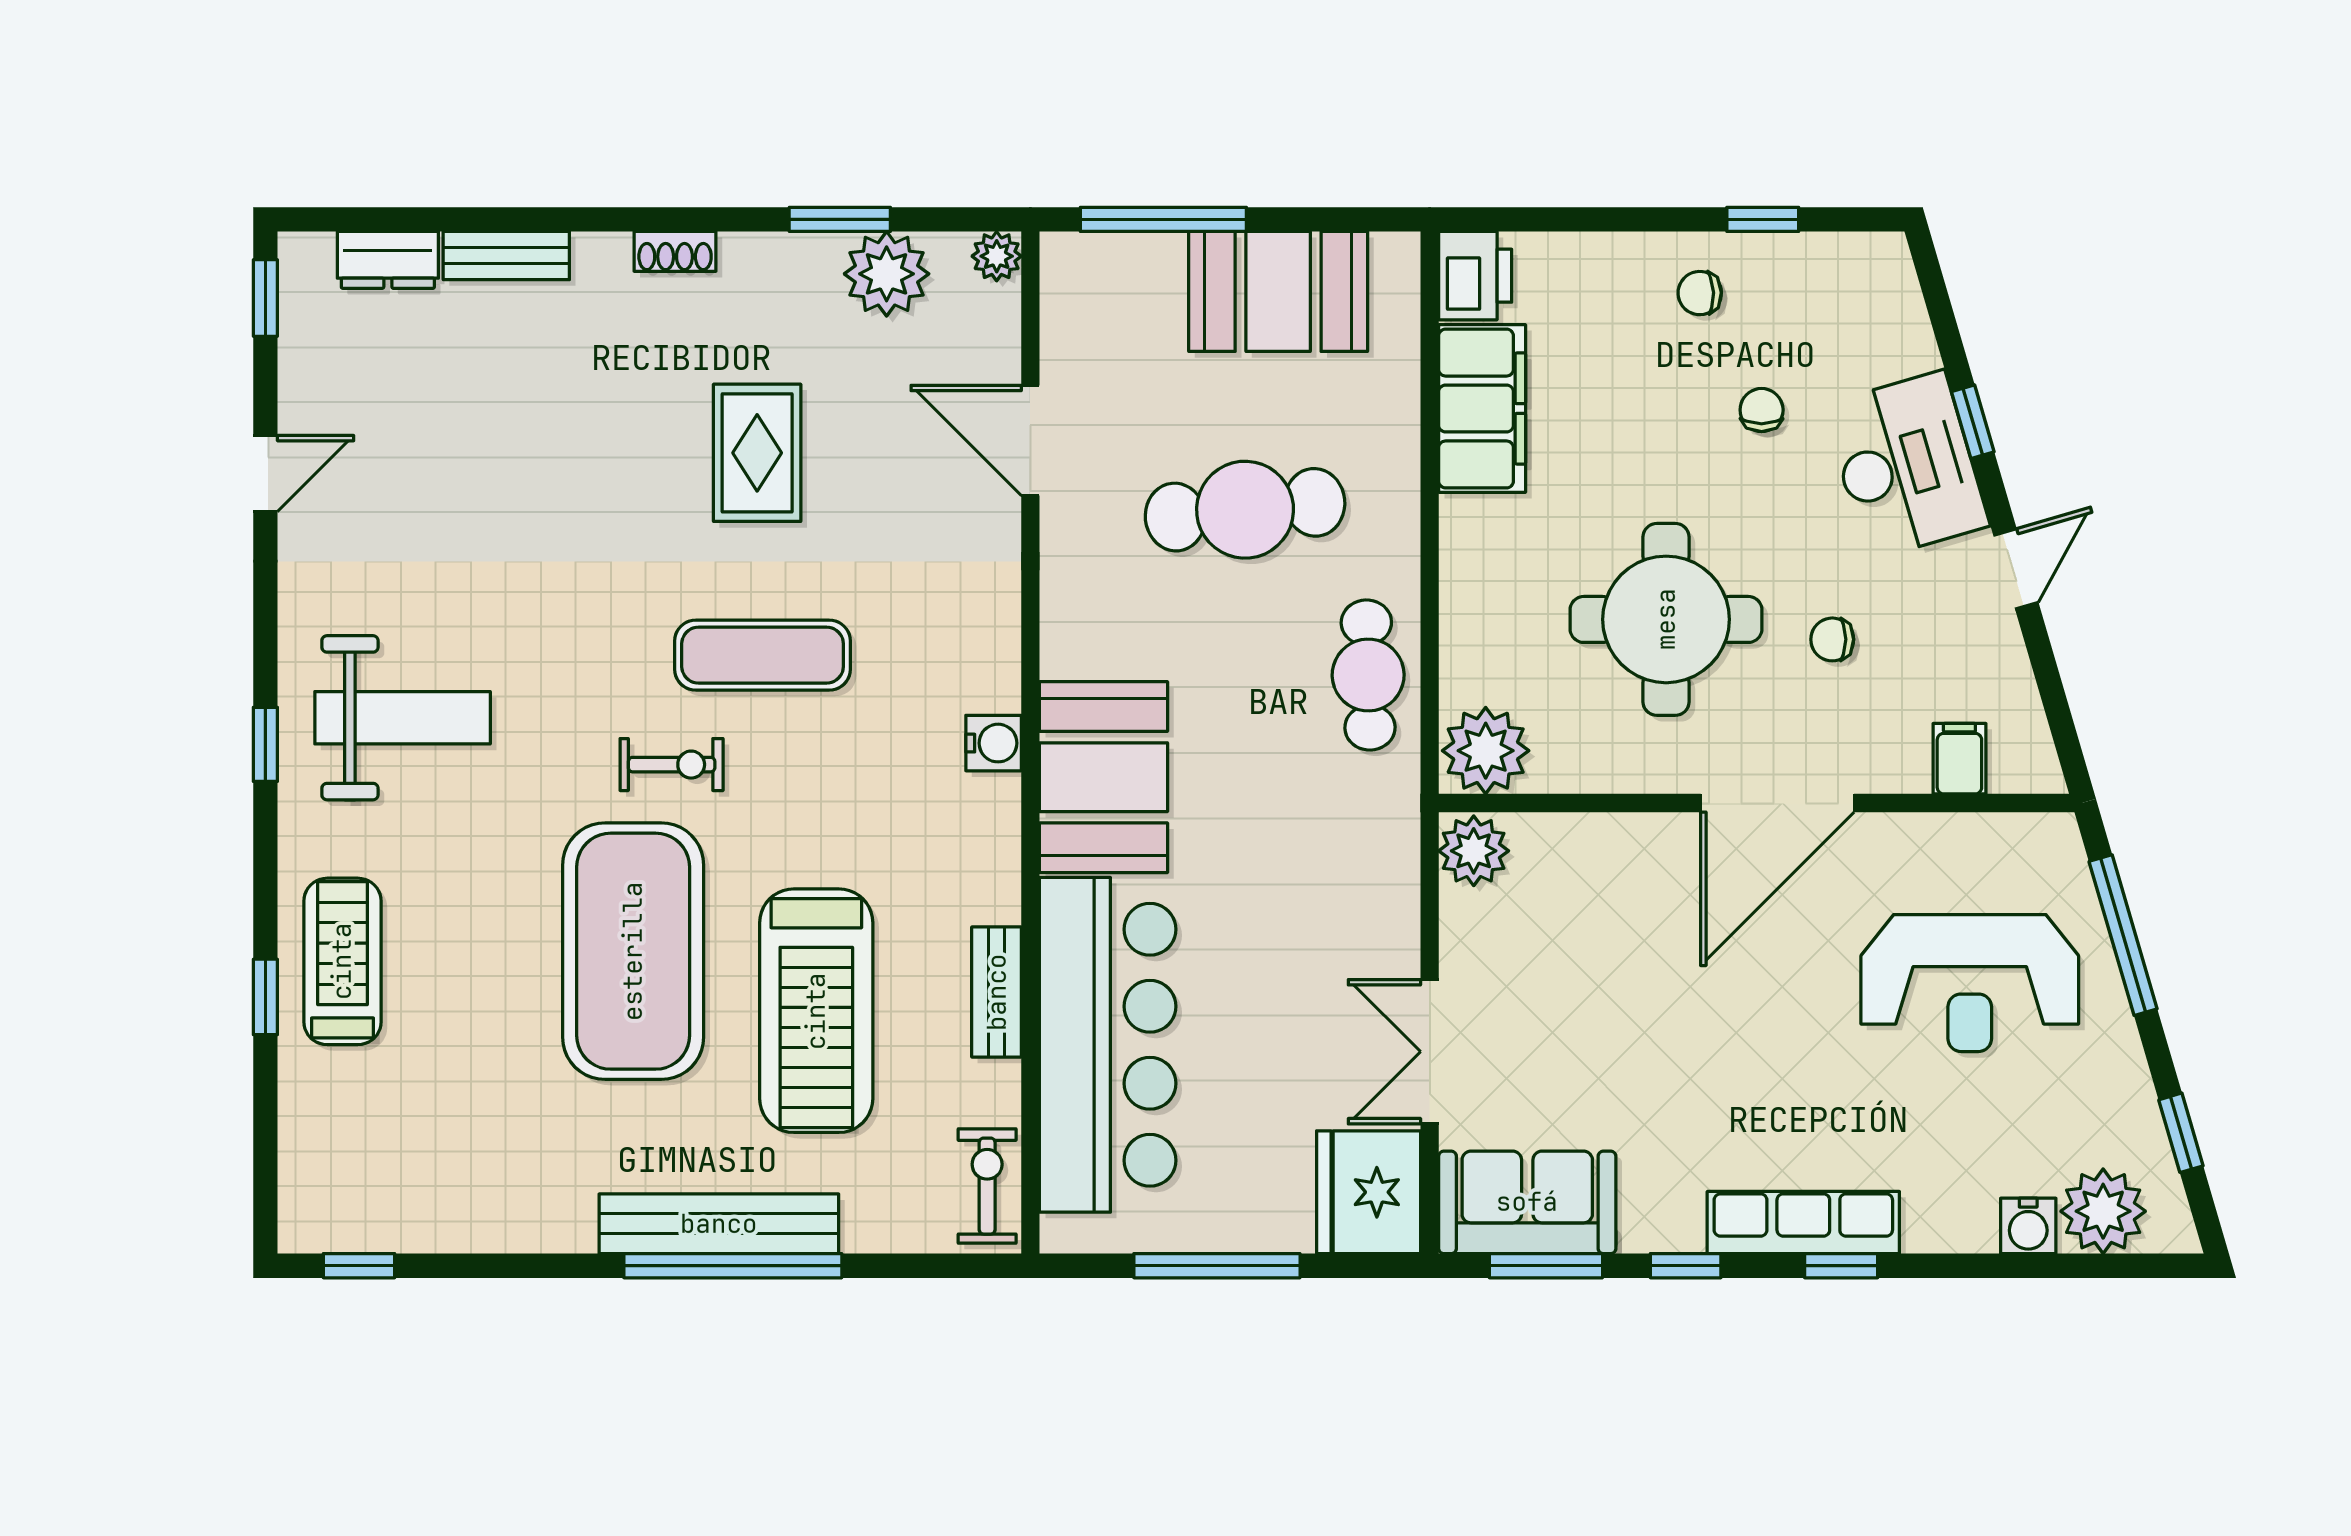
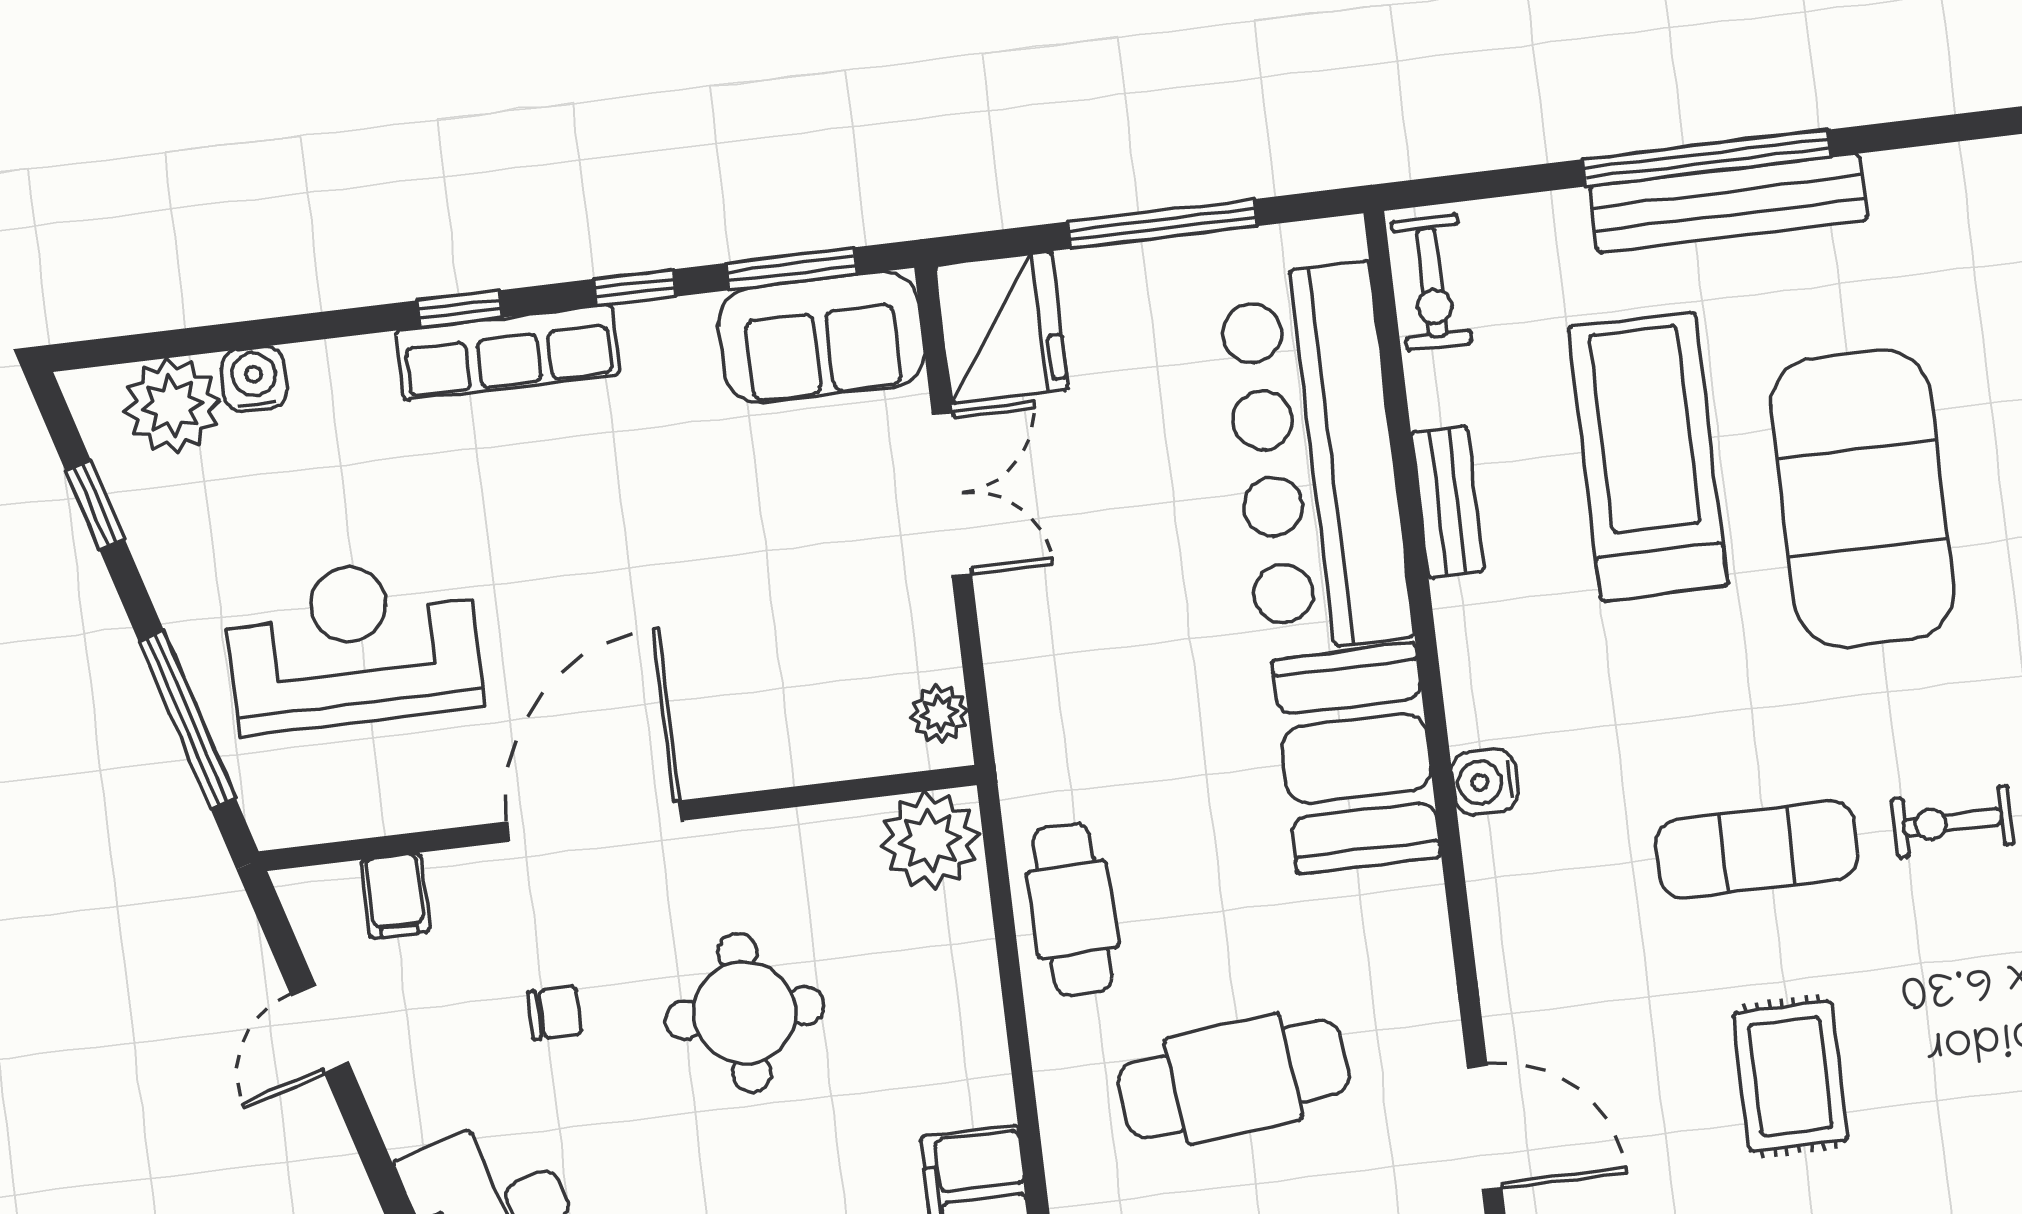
door: (2016, 569) -> (320, 1029), moved
round table: (1666, 619) -> (745, 1013), width x0.73, depth x0.73
exercise bike: (672, 765) -> (1953, 822), moved
plant: (1474, 851) -> (939, 714), width x0.73, depth x0.73

